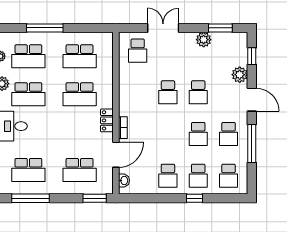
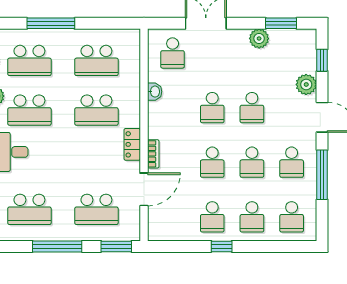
school desk: (168, 134) -> (212, 162), added
washbasin: (124, 180) -> (155, 92), moved
window: (30, 198) -> (57, 246), moved
window: (194, 198) -> (222, 246), moved

